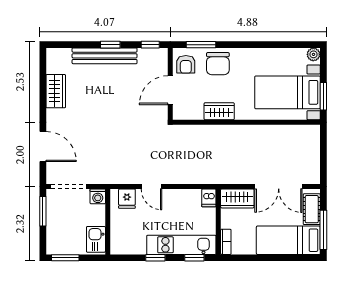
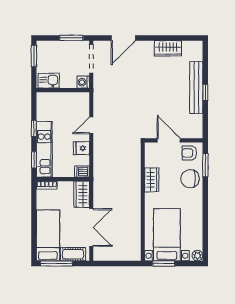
window: (150, 45) -> (205, 124), removed
double door: (279, 186) -> (91, 227), swing flipped
fridge: (127, 199) -> (81, 148), moved

